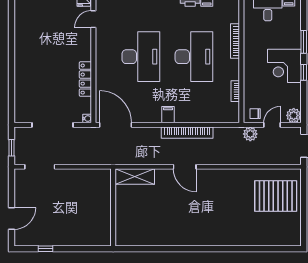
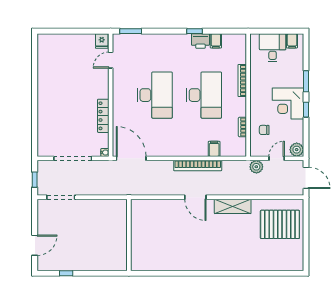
chair: (255, 114) -> (264, 130), moved
filing cabinet: (168, 115) -> (214, 149), moved
shelving: (135, 177) -> (233, 206), moved

